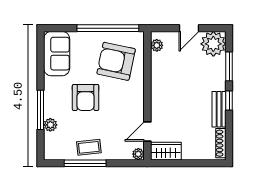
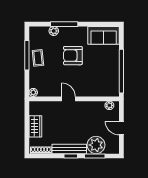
plant: (213, 44) -> (96, 145), moved
armchair: (116, 61) -> (98, 77), removed
bench: (219, 109) -> (69, 149), width x1.36
door: (147, 131) -> (68, 99), moved
wardrobe: (166, 151) -> (35, 126), moved

